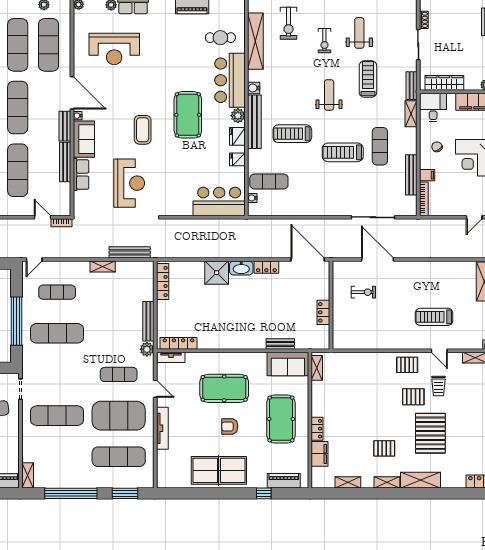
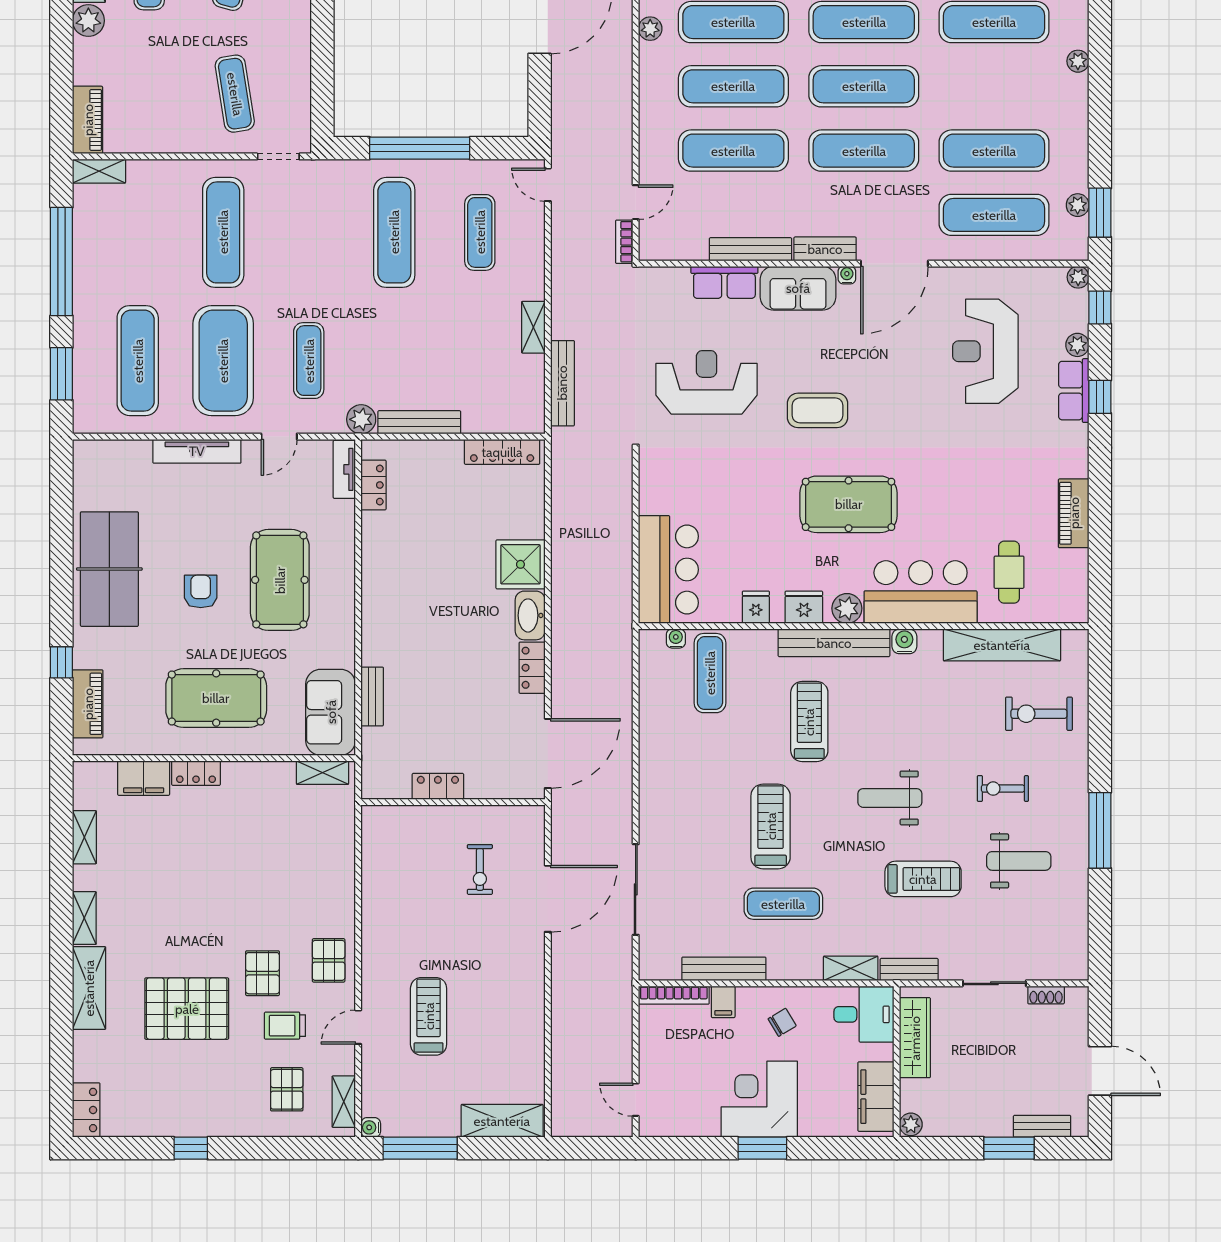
weight bench: (329, 95) -> (890, 798), turned 180
reception desk: (129, 183) -> (707, 382), turned 180
locker: (179, 343) -> (374, 485), width x0.66
pallet: (384, 448) -> (287, 1089), moved

